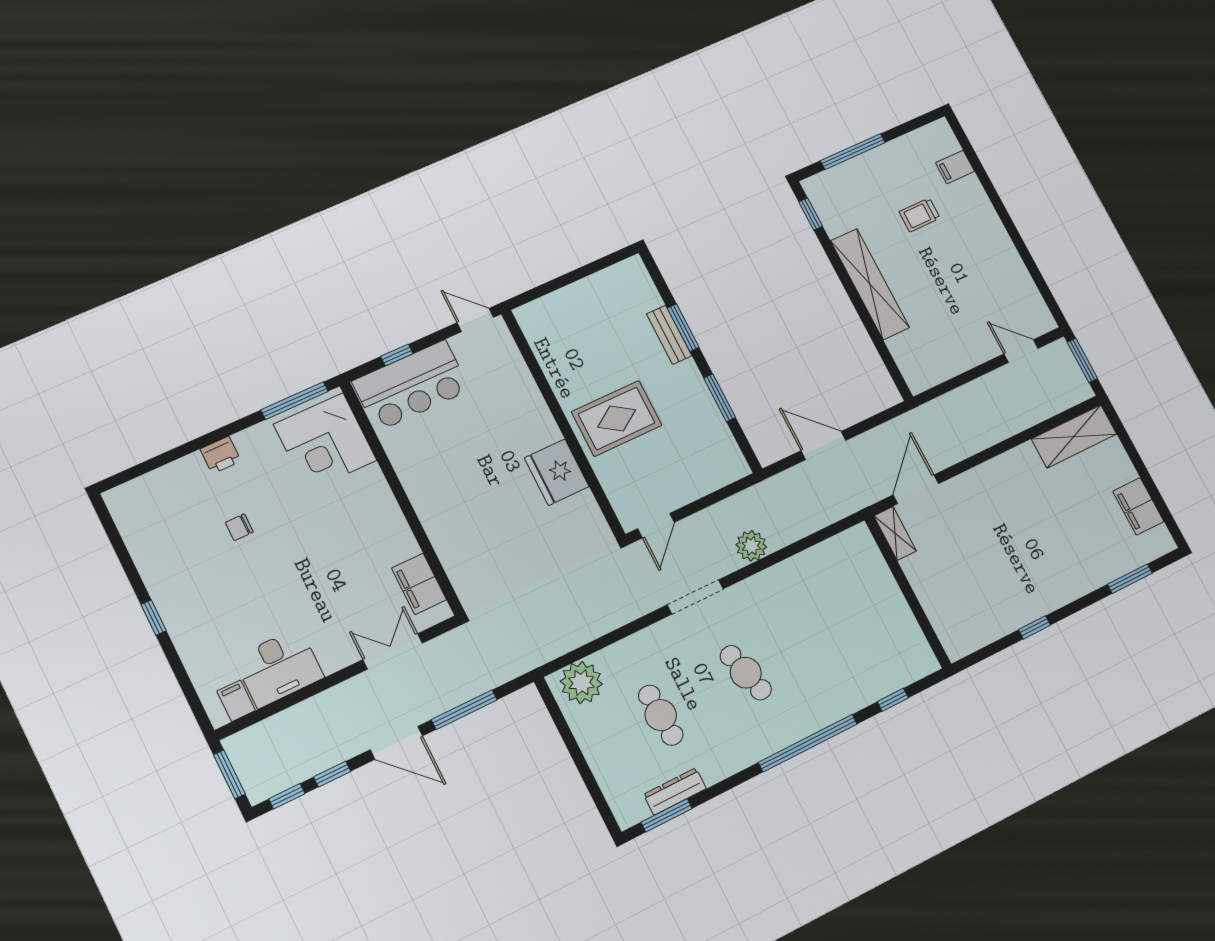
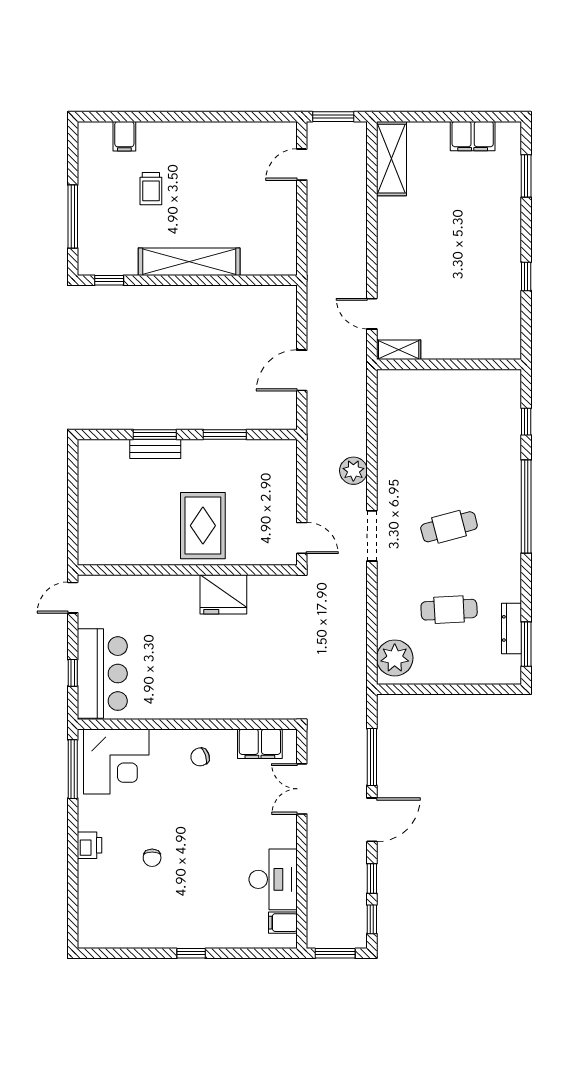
door: (916, 489) -> (372, 314), width x0.73
chair: (374, 528) -> (200, 757), added

